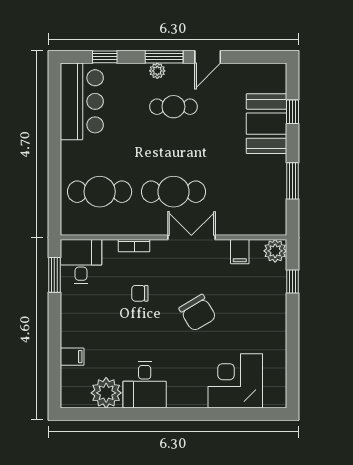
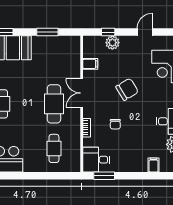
cafe table: (100, 192) -> (54, 148), width x0.73, depth x0.74
plant: (275, 251) -> (112, 43), moved
door: (293, 342) -> (145, 32), added

